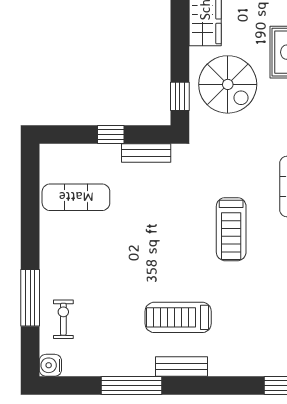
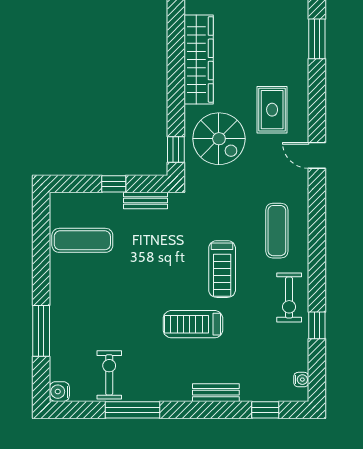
treadmill: (178, 317) -> (193, 324), moved
exercise bike: (63, 319) -> (109, 375), moved, width x1.38, depth x1.39
bench: (181, 366) -> (216, 393), moved

